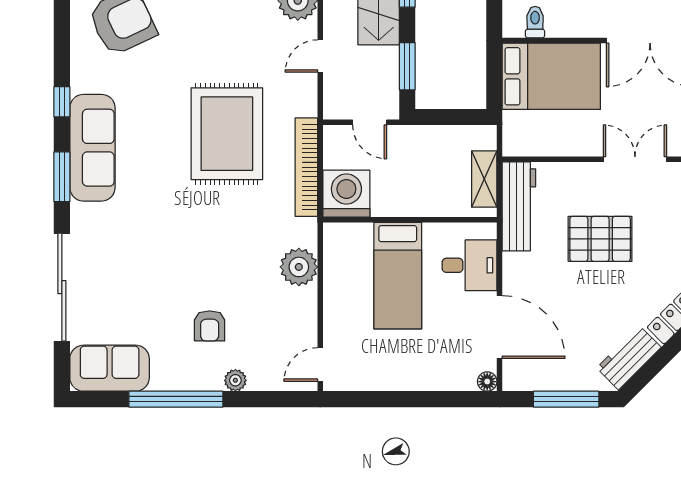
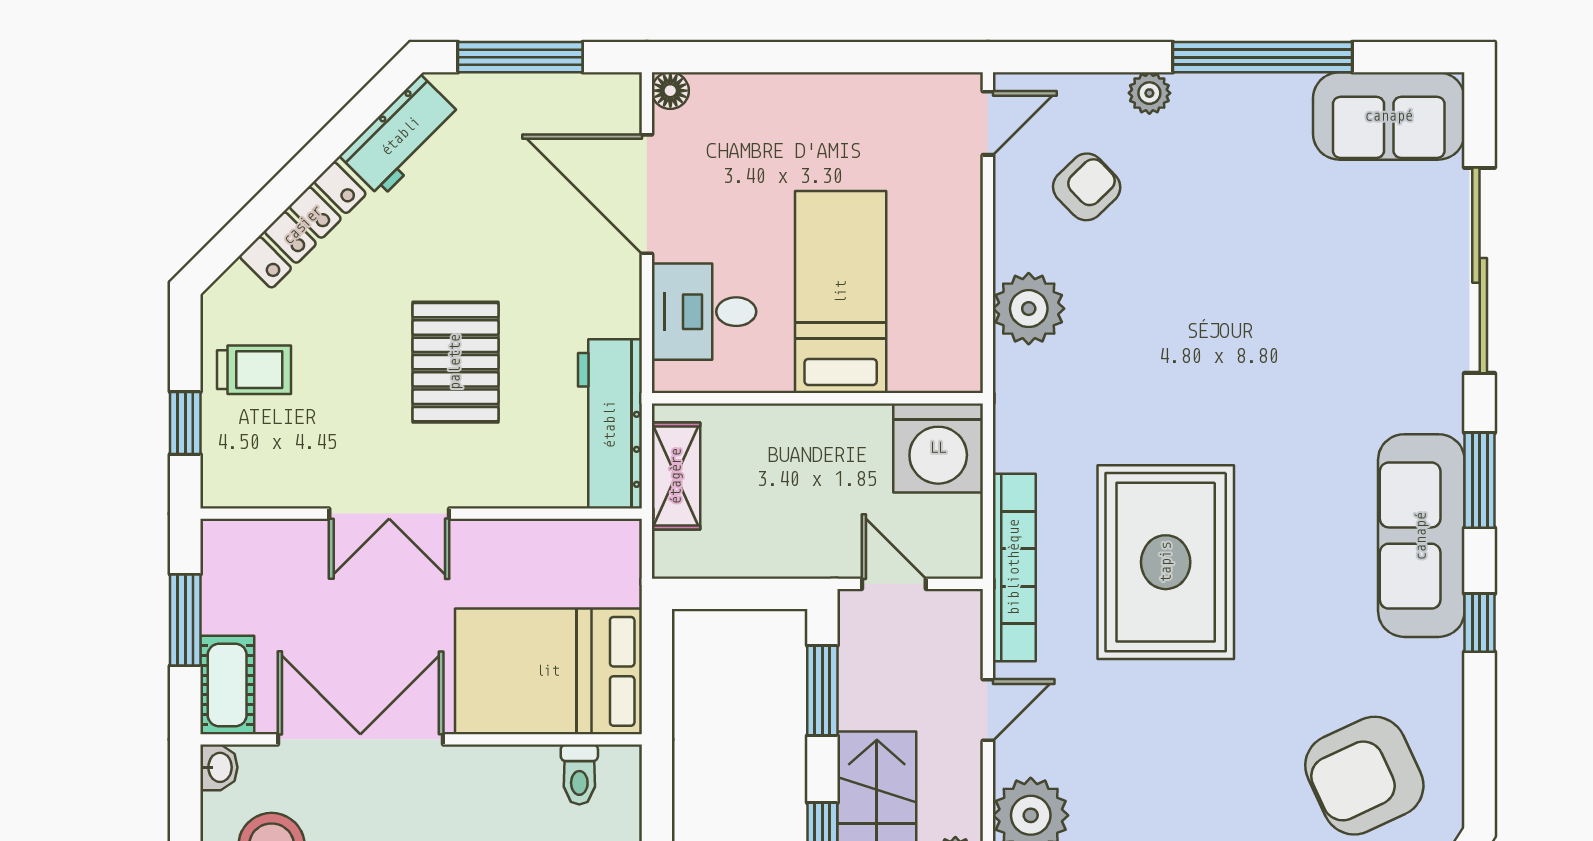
bookcase: (306, 167) -> (1014, 567), moved
pallet: (600, 239) -> (455, 362), turned 90
armchair: (210, 326) -> (1087, 187), moved, turned 46

